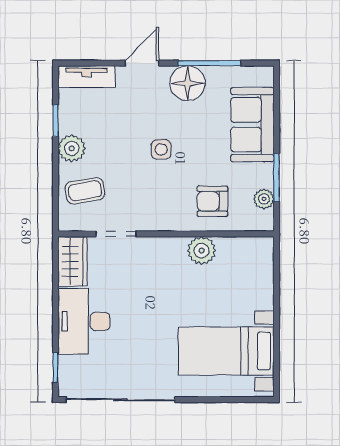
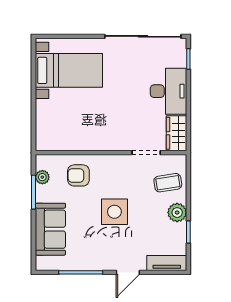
floor lamp: (188, 83) -> (96, 258), removed
side table: (161, 149) -> (114, 212), width x1.87, depth x1.87
armchair: (212, 201) -> (78, 175), turned 180
plant: (202, 251) -> (86, 141), removed

